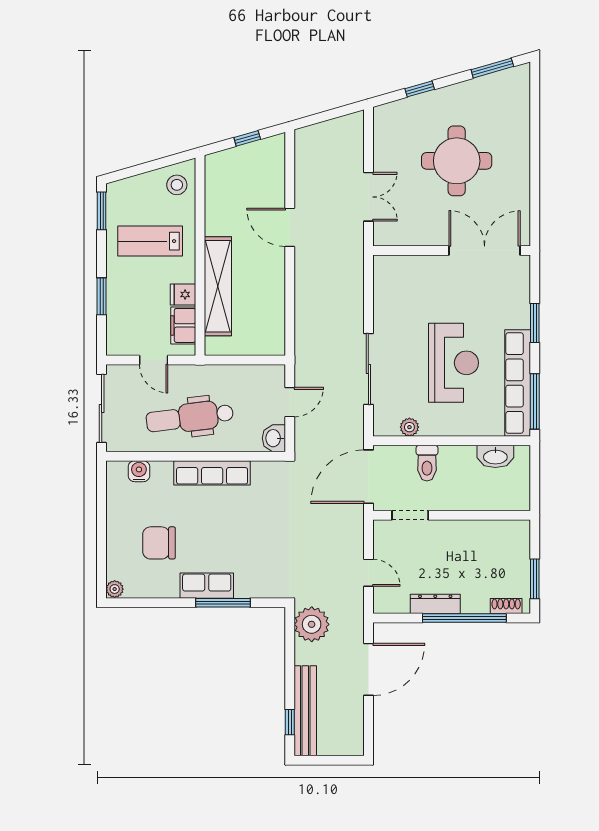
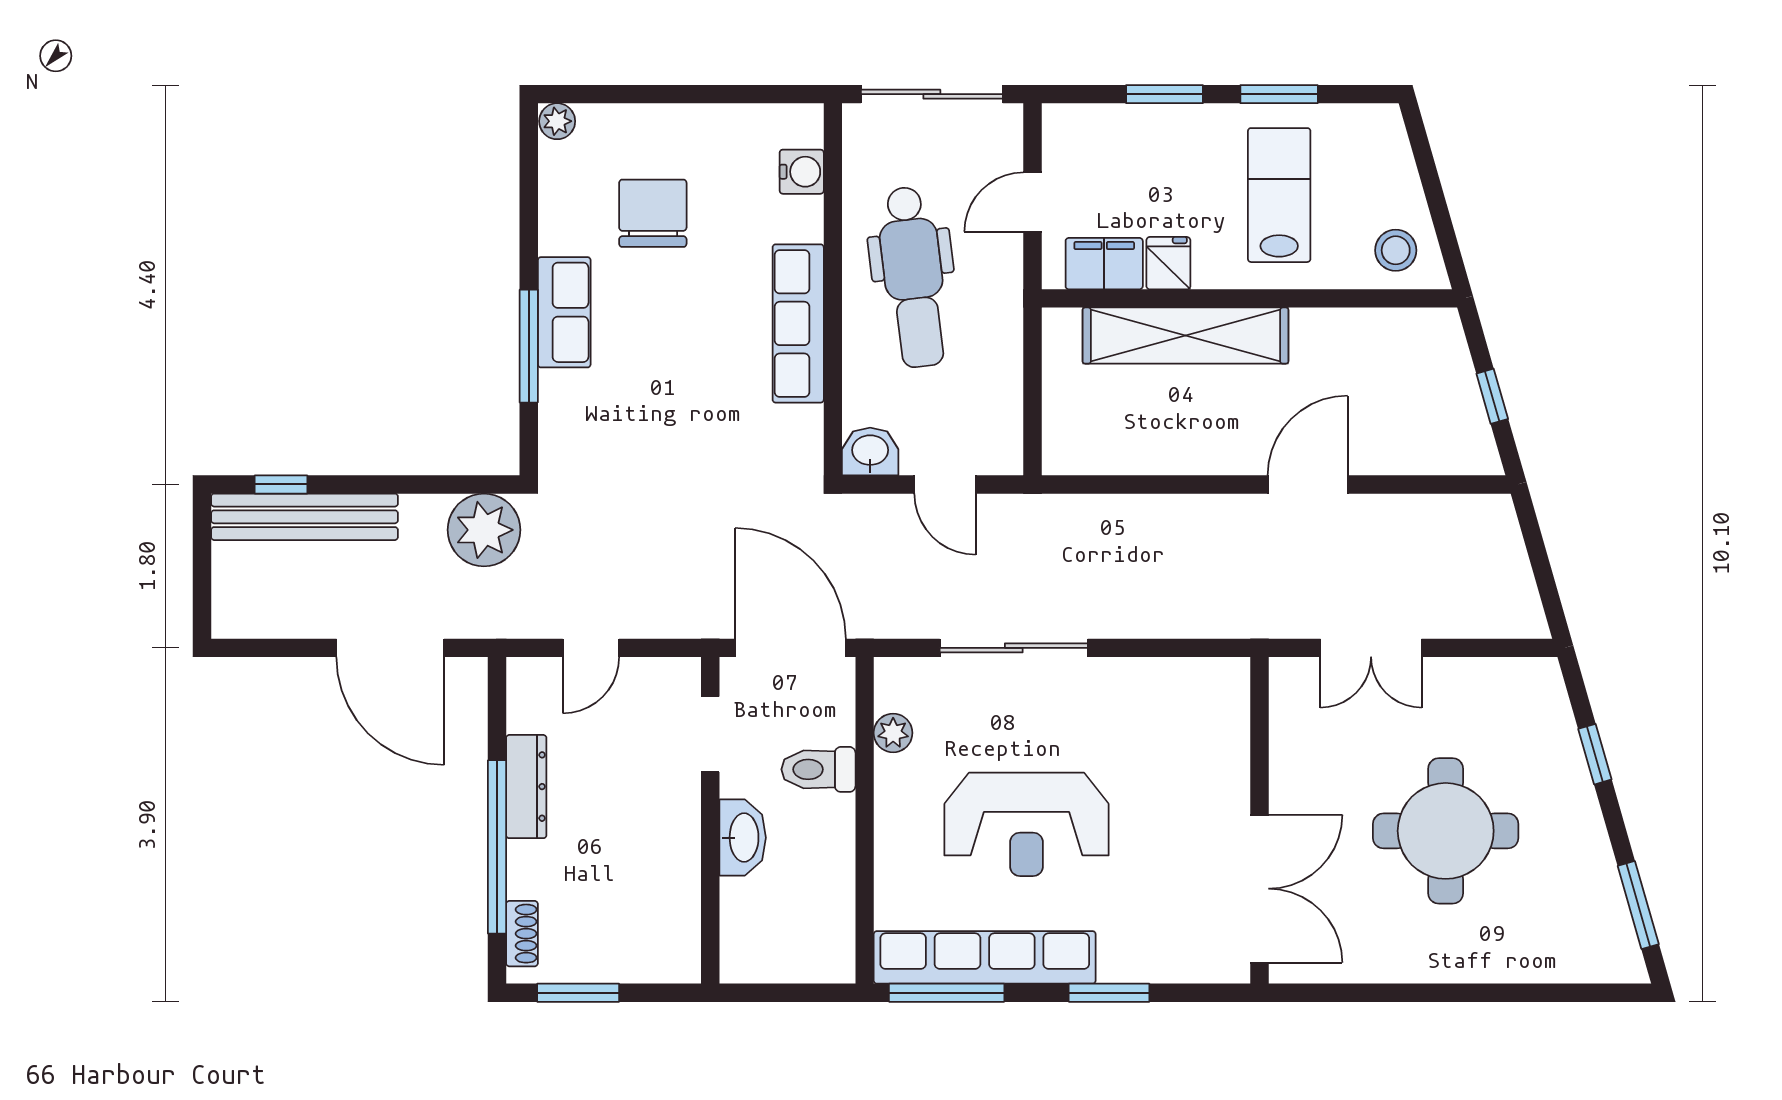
window: (102, 211) -> (1279, 94), moved
dental chair: (190, 417) -> (913, 277), turned 180
washbasin: (495, 456) -> (743, 838), moved, turned 180

